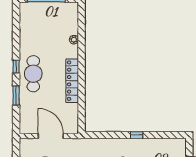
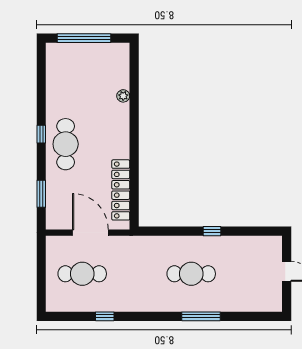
locker: (72, 81) -> (121, 190), moved
window: (16, 96) -> (41, 194), moved

